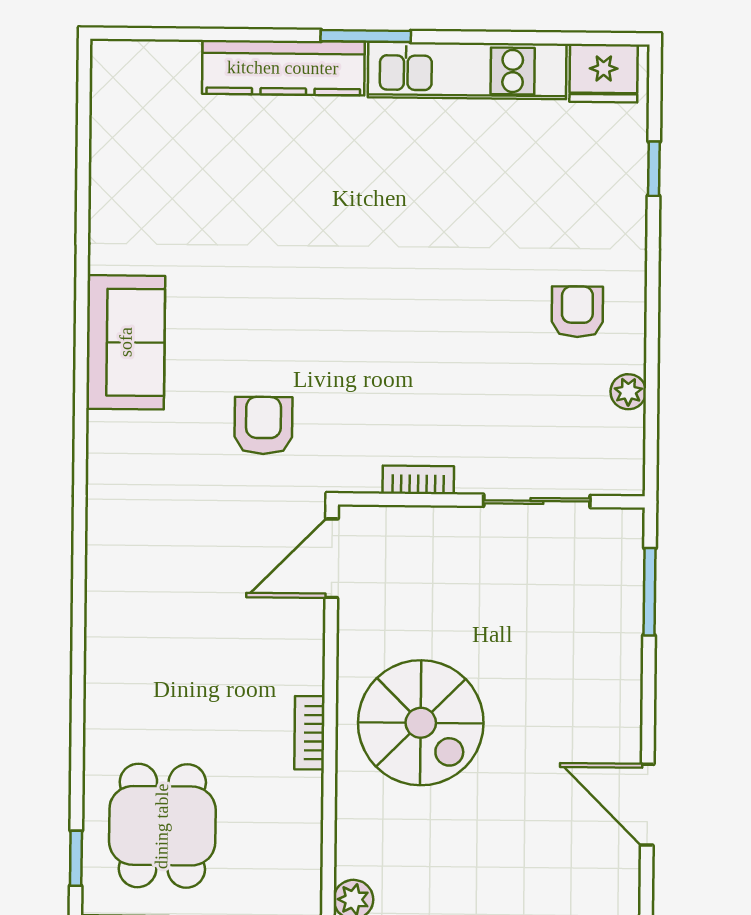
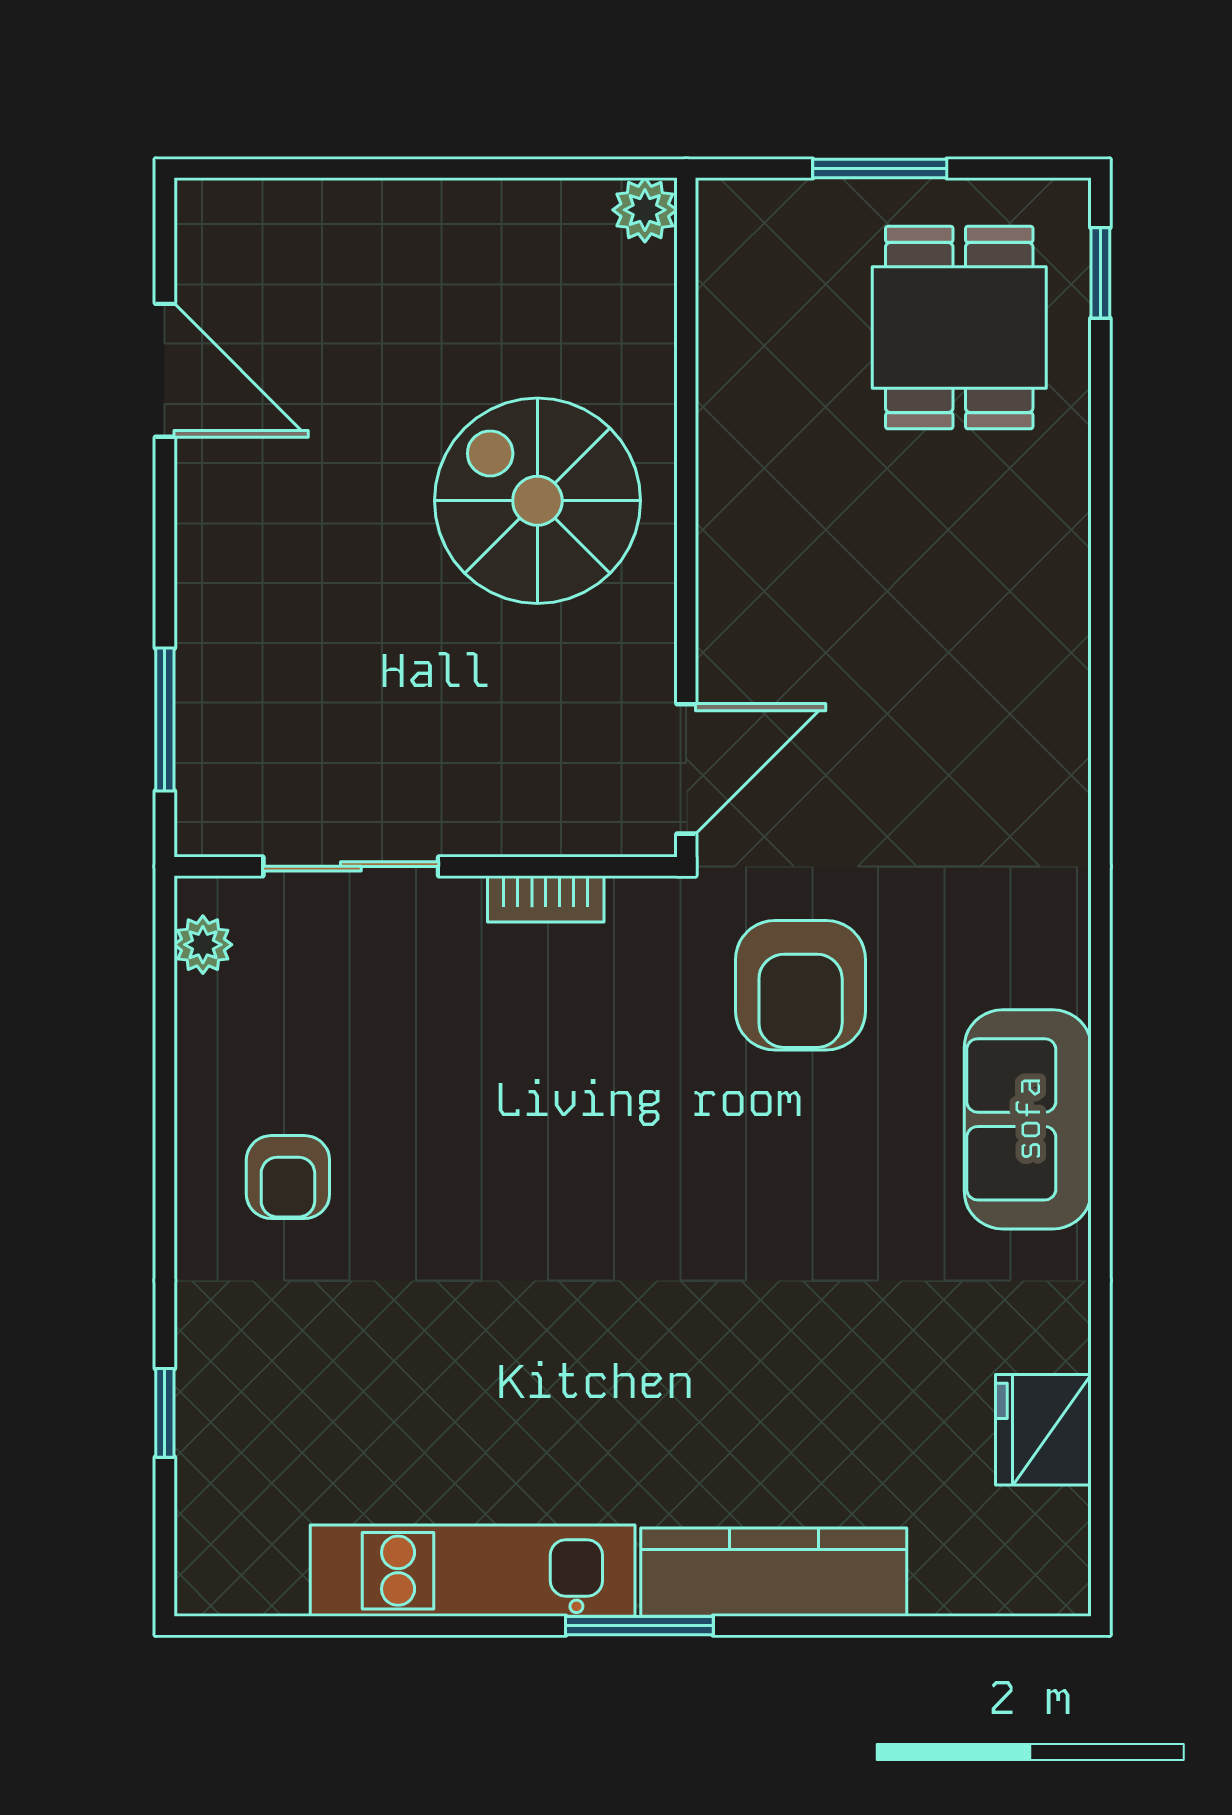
fridge: (604, 73) -> (1043, 1430), moved, turned -90
plant: (628, 392) -> (203, 945), moved
armchair: (263, 425) -> (801, 985), width x1.38, depth x1.38
bookcase: (310, 733) -> (720, 482), removed

